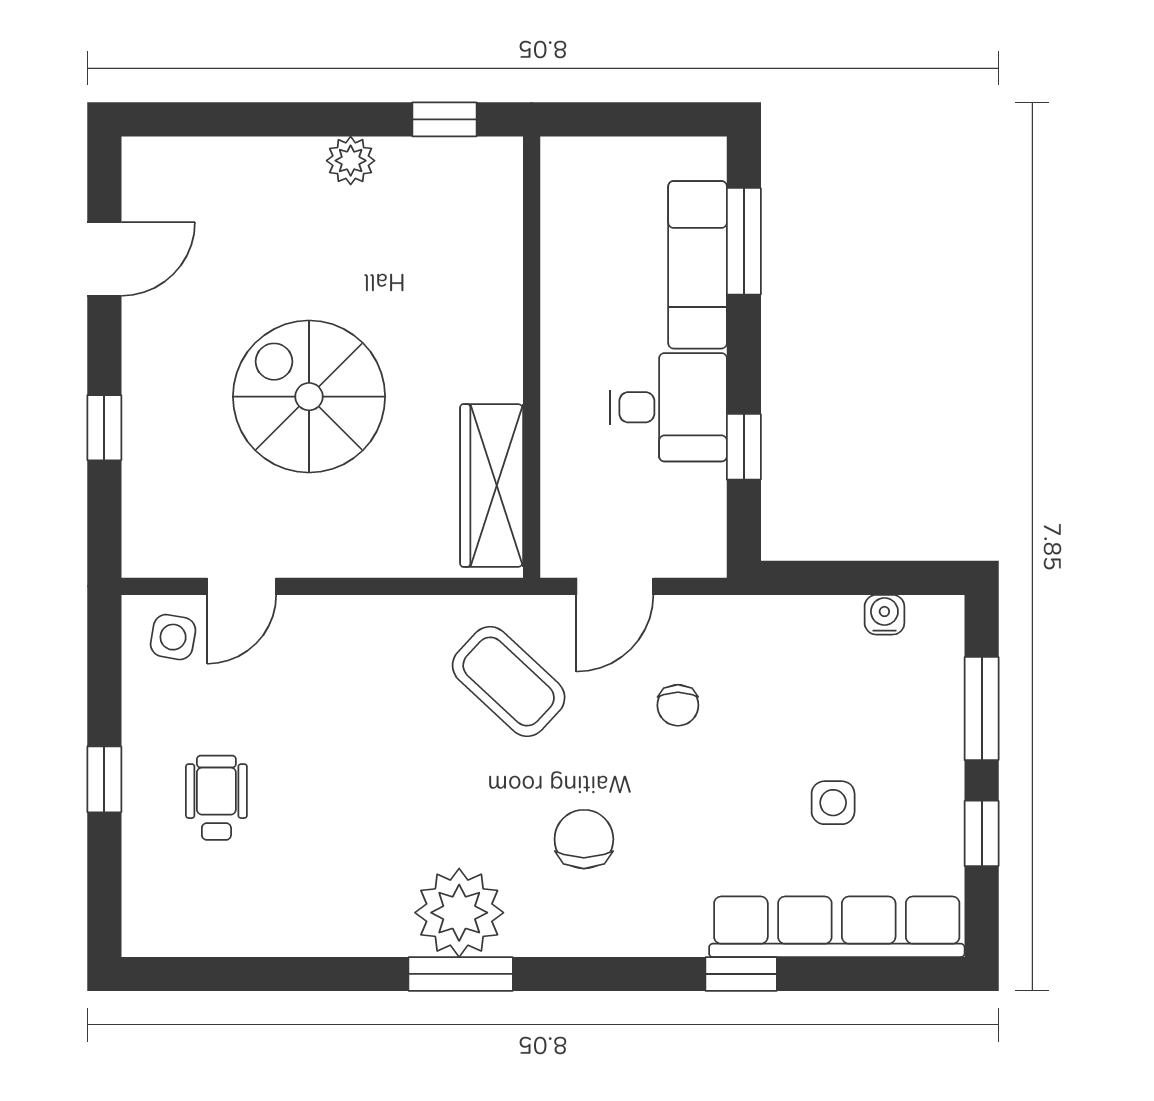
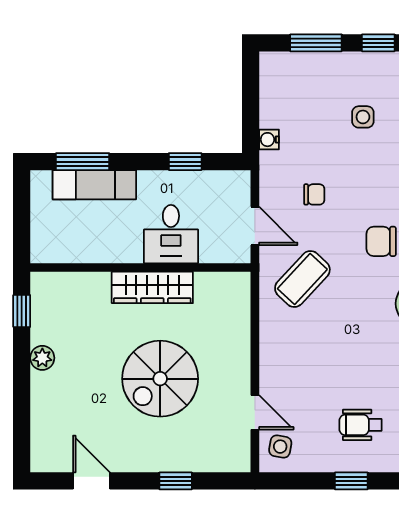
desk: (668, 407) -> (171, 234), moved, turned 180
wardrobe: (492, 485) -> (152, 287), moved
water cooler: (884, 615) -> (269, 140), moved

